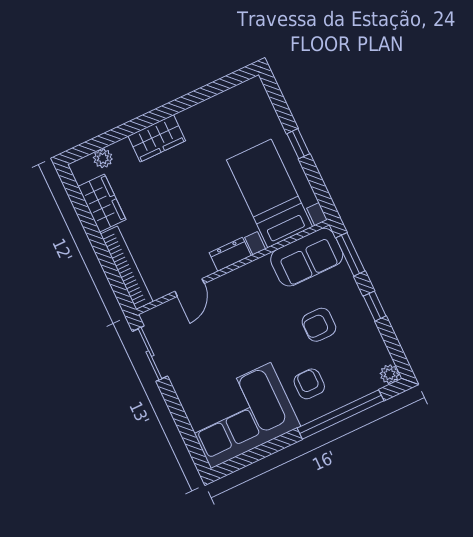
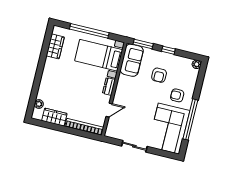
wardrobe: (157, 138) -> (55, 46), moved
window: (298, 144) -> (89, 31), width x3.17
door: (190, 287) -> (109, 110), hinge flipped
sliding door: (150, 354) -> (134, 146), moved
window: (340, 414) -> (190, 119), moved

